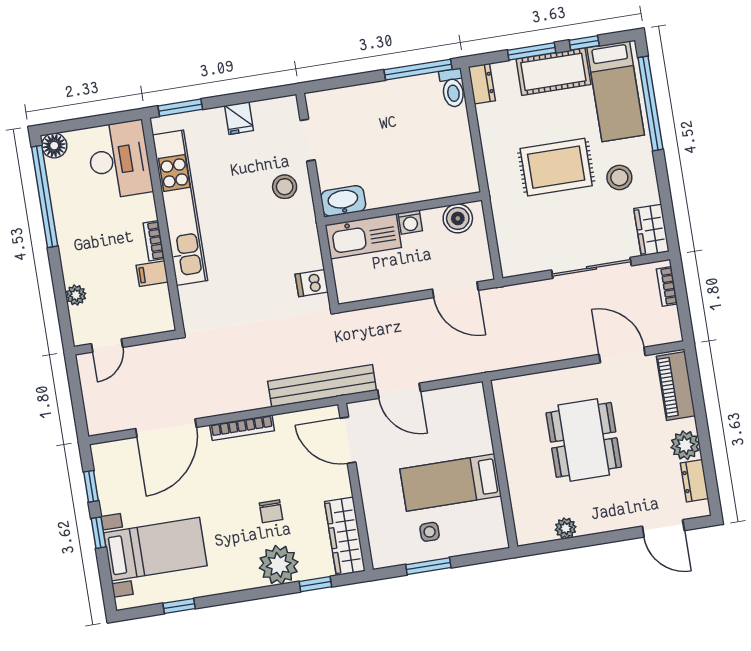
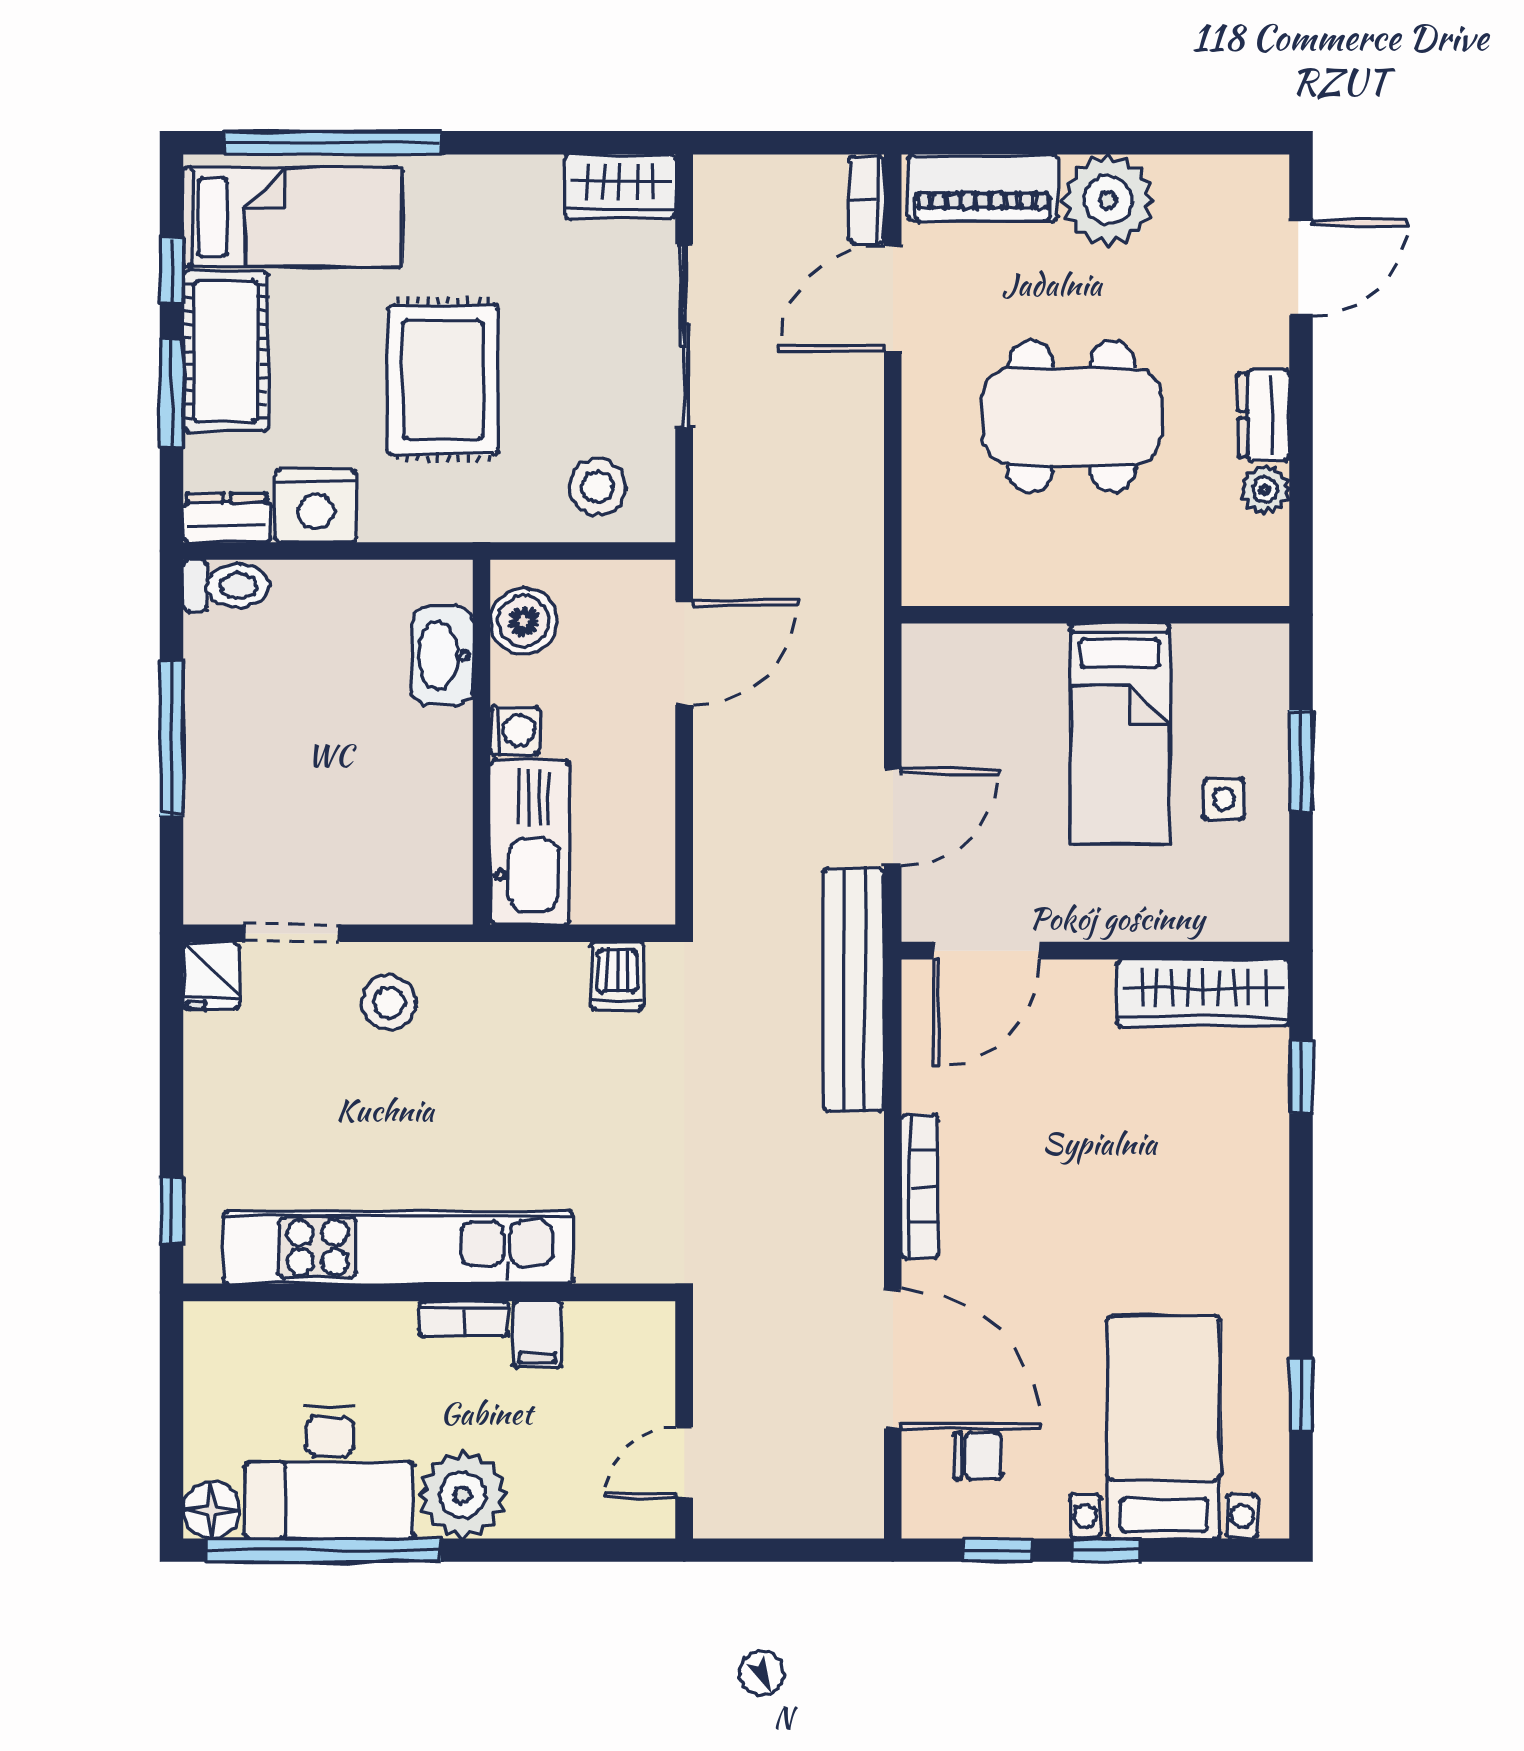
window: (418, 70) -> (172, 738), moved
window: (180, 108) -> (172, 1210), width x0.67
fridge: (239, 118) -> (211, 976), moved, turned 90
nightstand: (493, 121) -> (316, 506), added
desk: (119, 160) -> (330, 1472), moved, turned 180
stool: (619, 177) -> (597, 487), moved
washbasin: (343, 201) -> (442, 656), moved
bookcase: (667, 286) -> (866, 200), moved, turned 90
plant: (76, 295) -> (463, 1495), moved, width x1.88, depth x1.88
door: (107, 345) -> (684, 1463), swing flipped
plant: (685, 445) -> (1108, 200), width x1.36, depth x1.36
dresser: (694, 481) -> (1264, 415), moved, turned 90
chair: (271, 511) -> (978, 1456), moved
plant: (279, 565) -> (1244, 1153), removed
window: (428, 566) -> (1301, 761), moved

